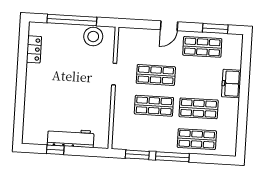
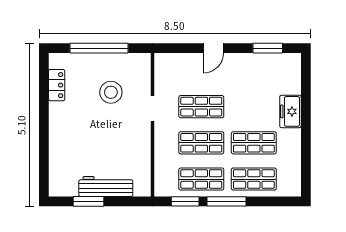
stool: (93, 37) -> (111, 92), moved
shop shelf: (202, 47) -> (201, 179), moved
window: (55, 150) -> (89, 201), width x1.50

